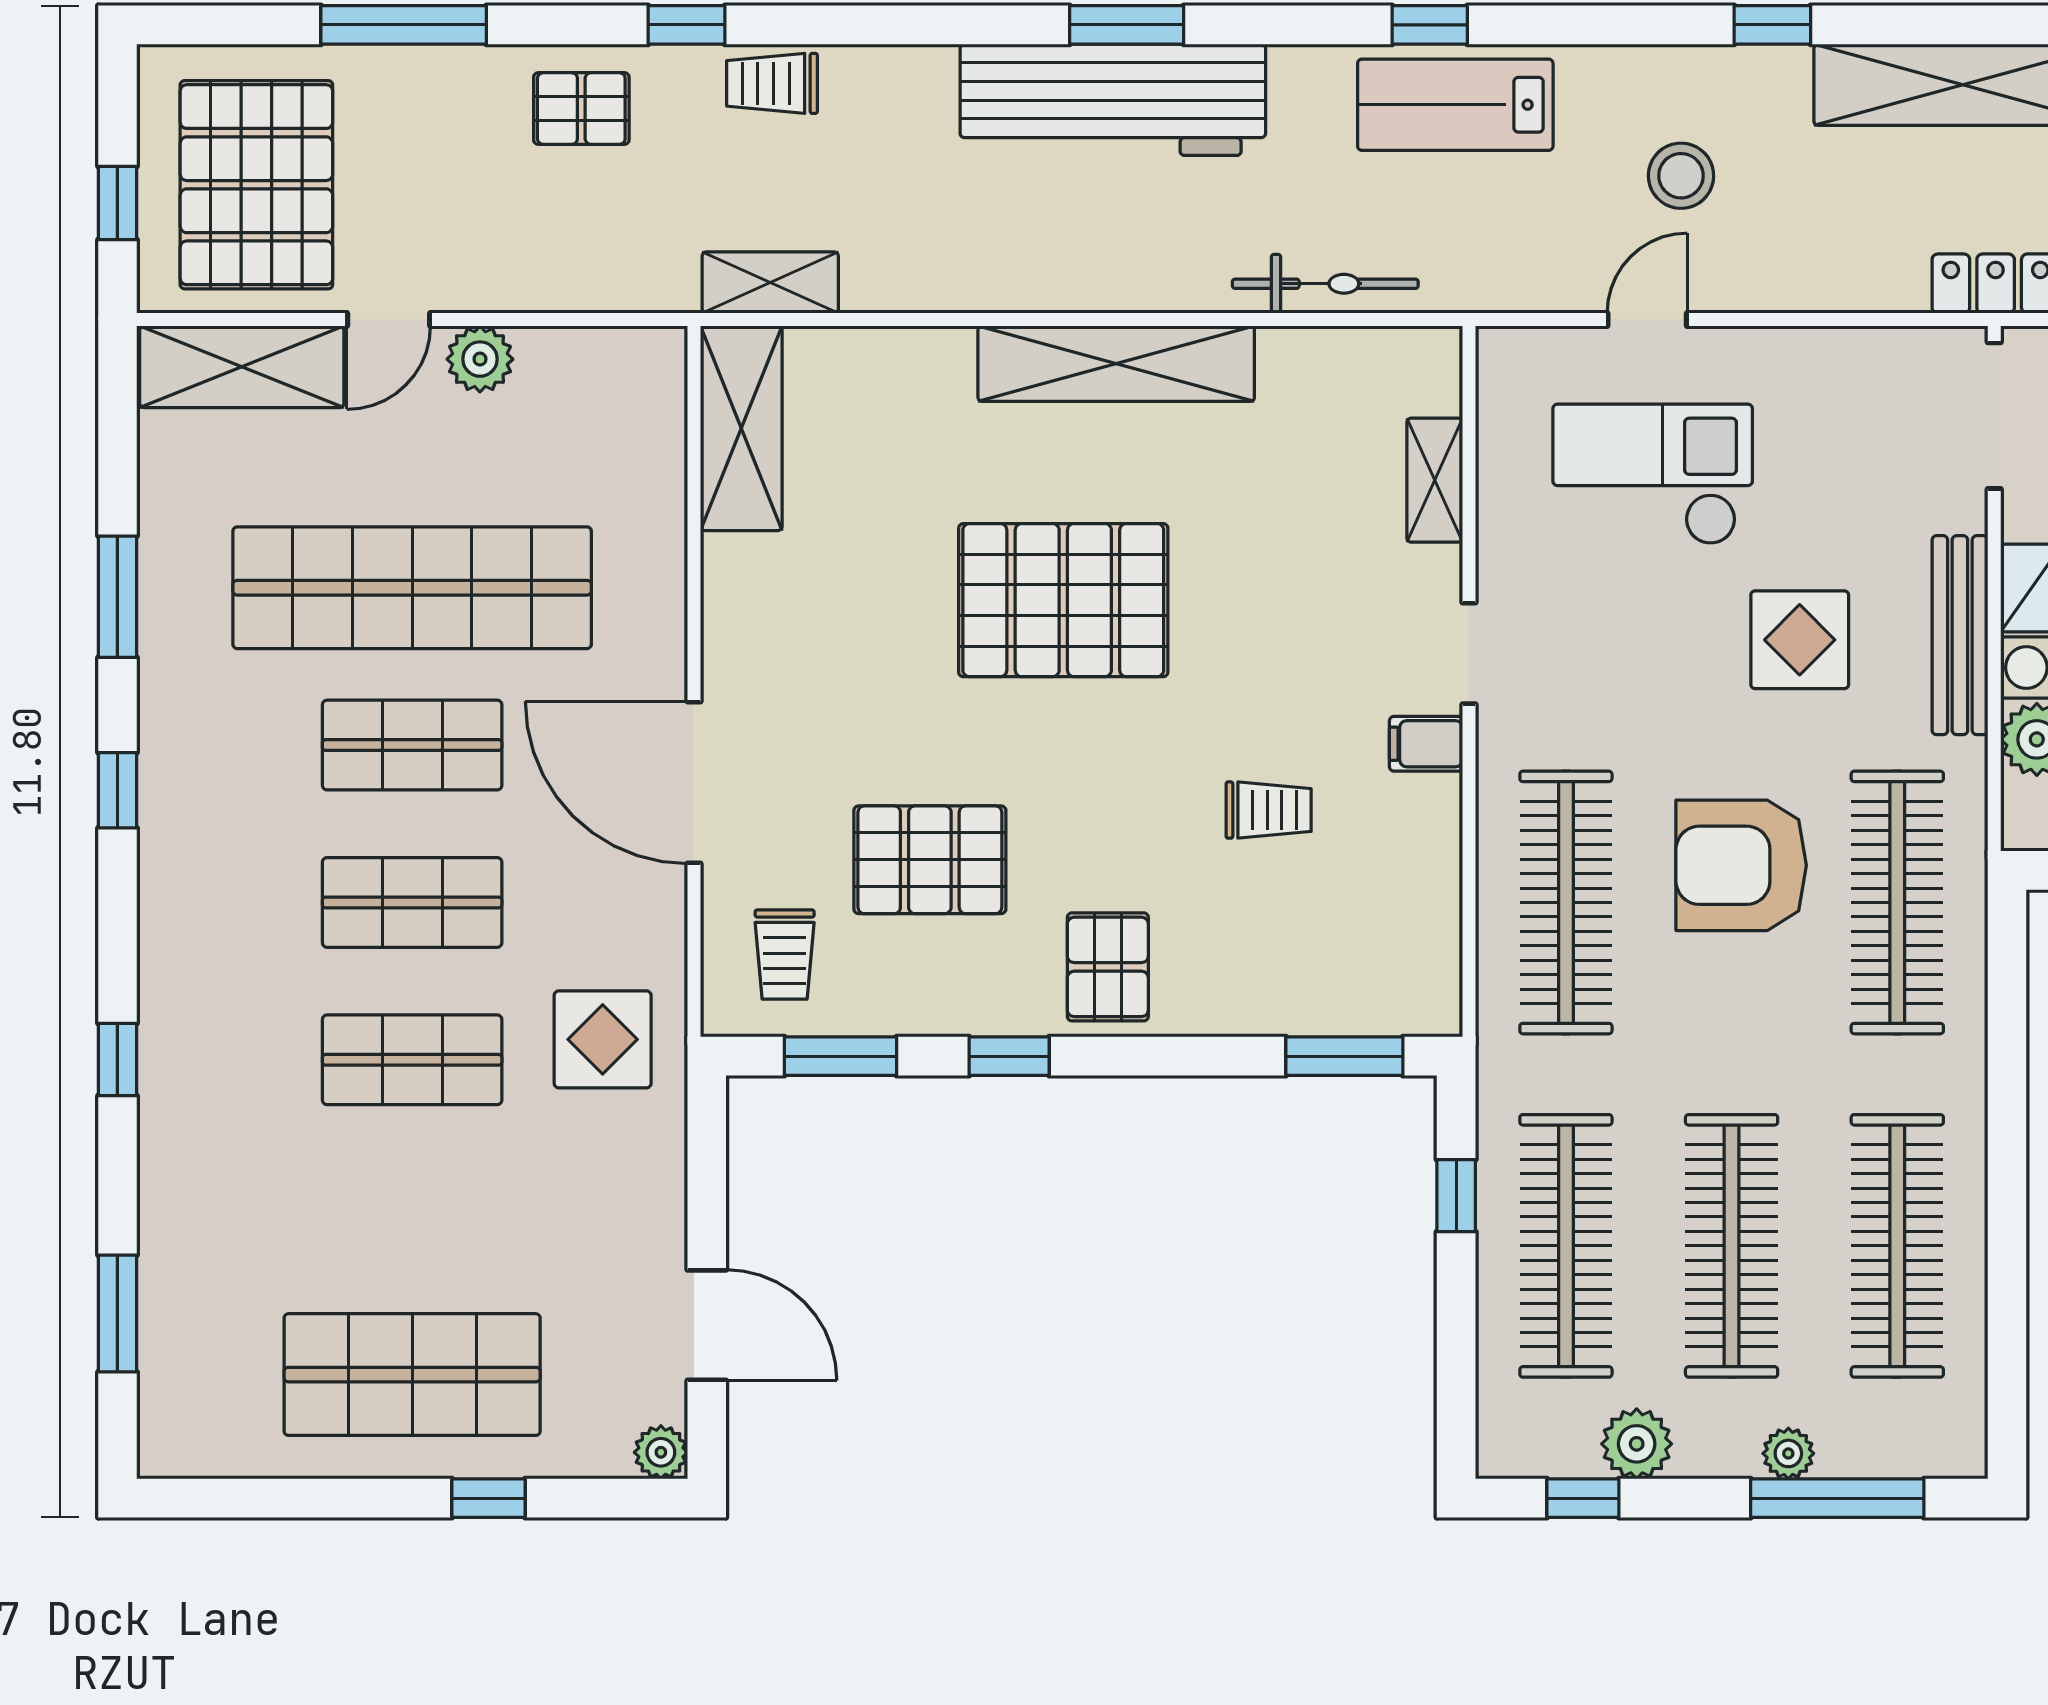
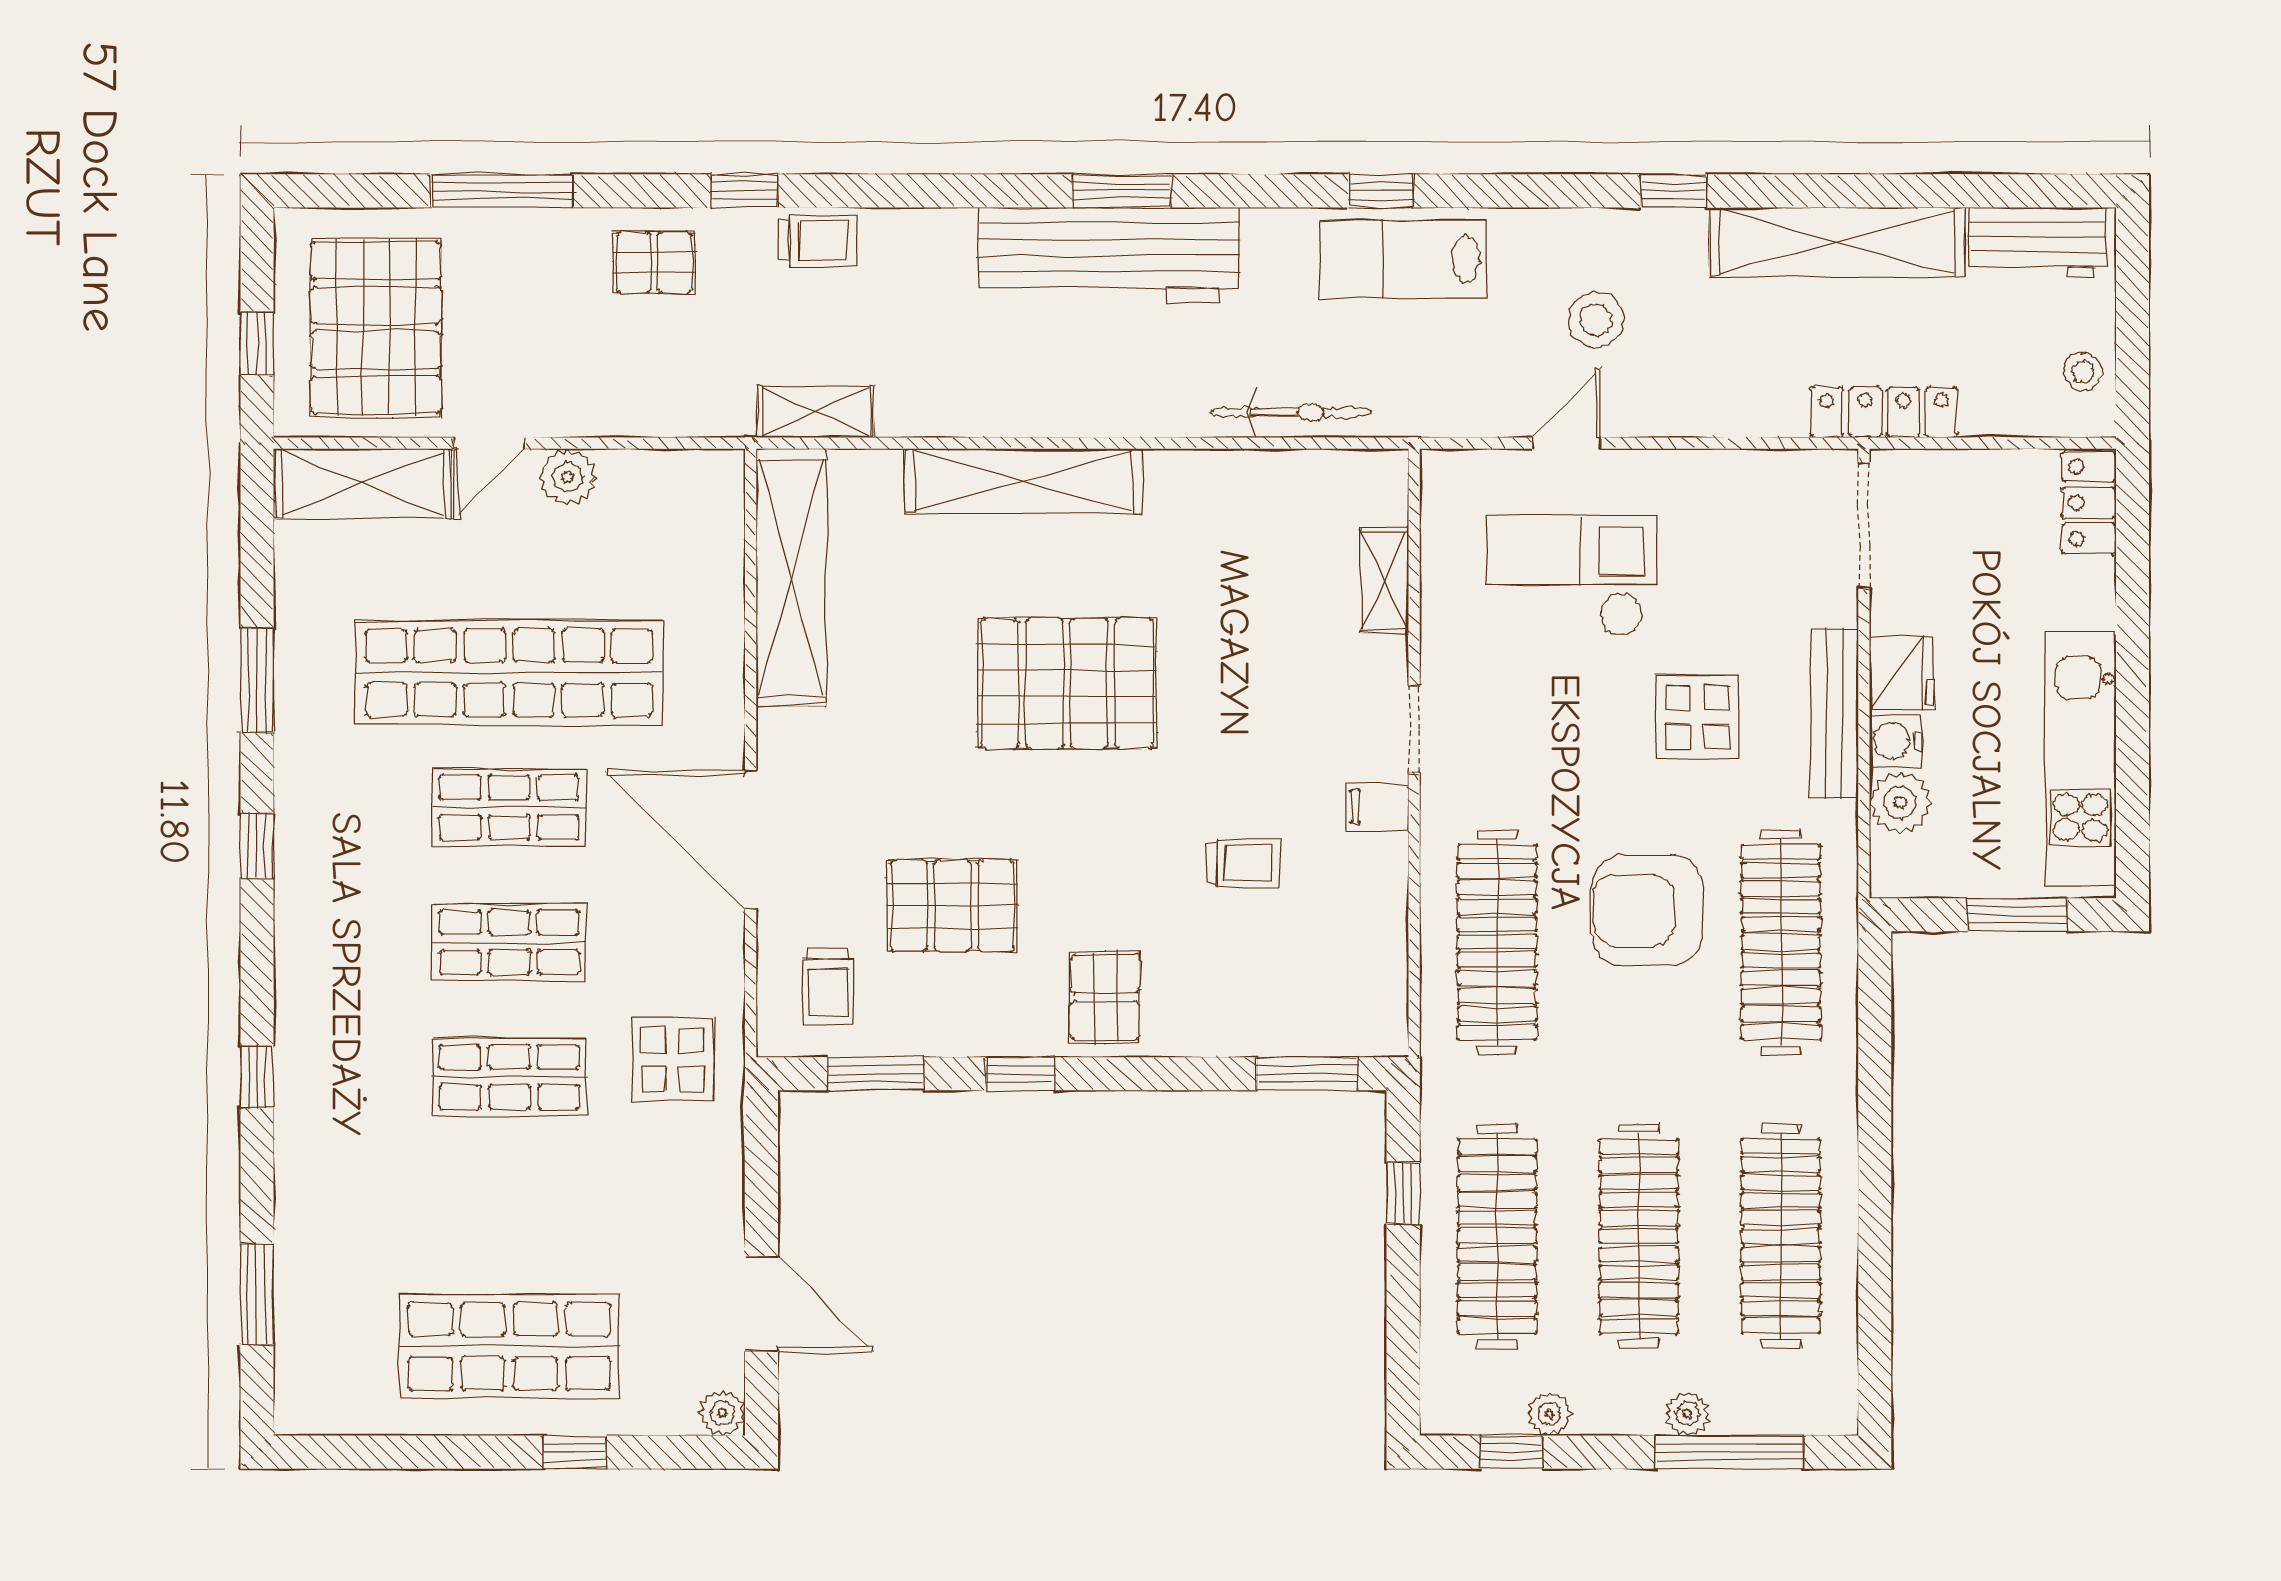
trolley: (772, 83) -> (817, 241), turned 180
shelving: (1116, 364) -> (1023, 481), moved
shelving: (741, 428) -> (791, 577), width x1.47
plant: (1637, 1444) -> (1549, 1414), width x0.73, depth x0.73

